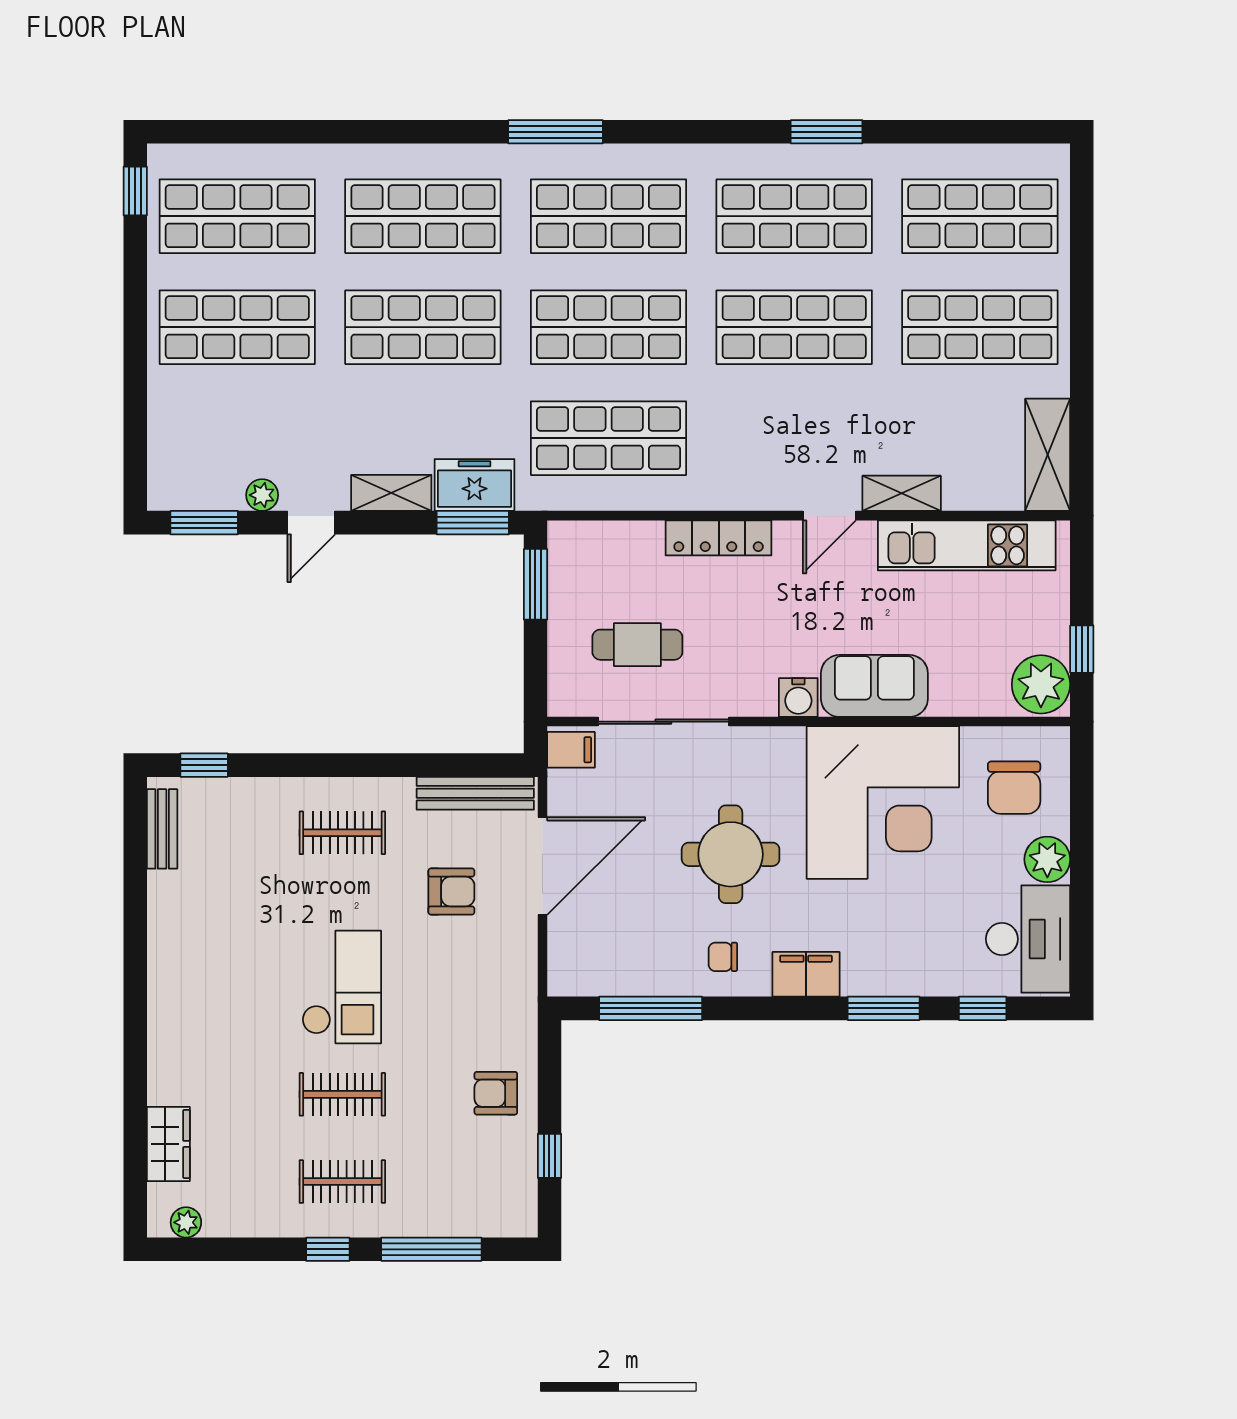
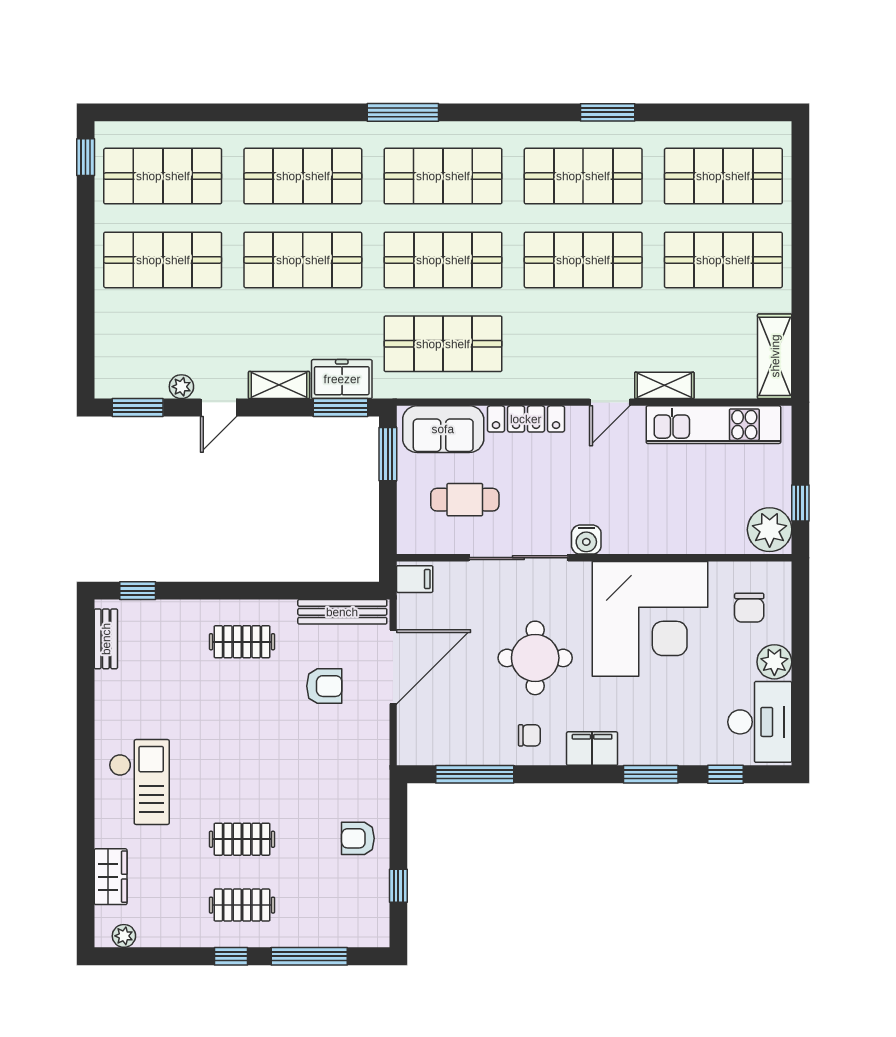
sofa: (874, 686) -> (443, 429), moved, turned 180
sliding door: (663, 722) -> (518, 558), moved
chair: (1014, 788) -> (749, 608), width x0.73, depth x0.73
chair: (723, 957) -> (529, 735), turned 180
checkout: (342, 987) -> (139, 782), moved

